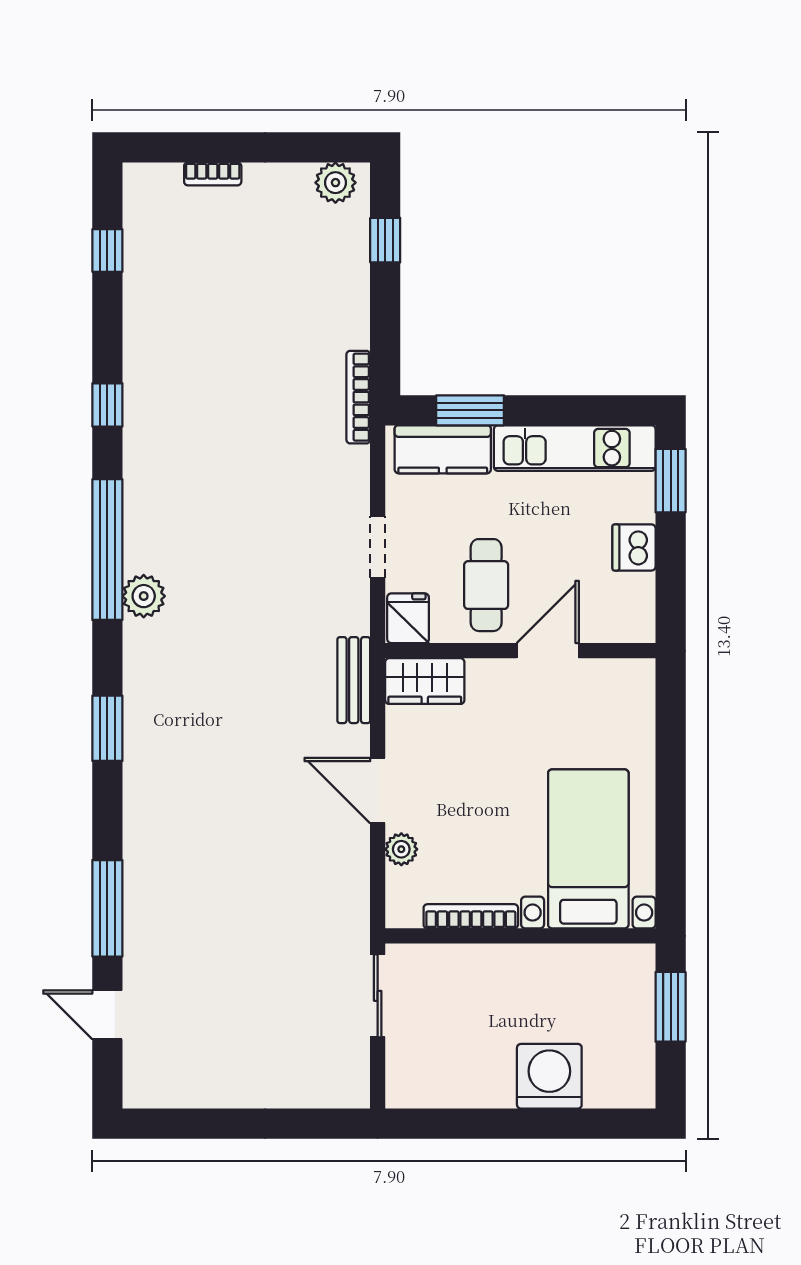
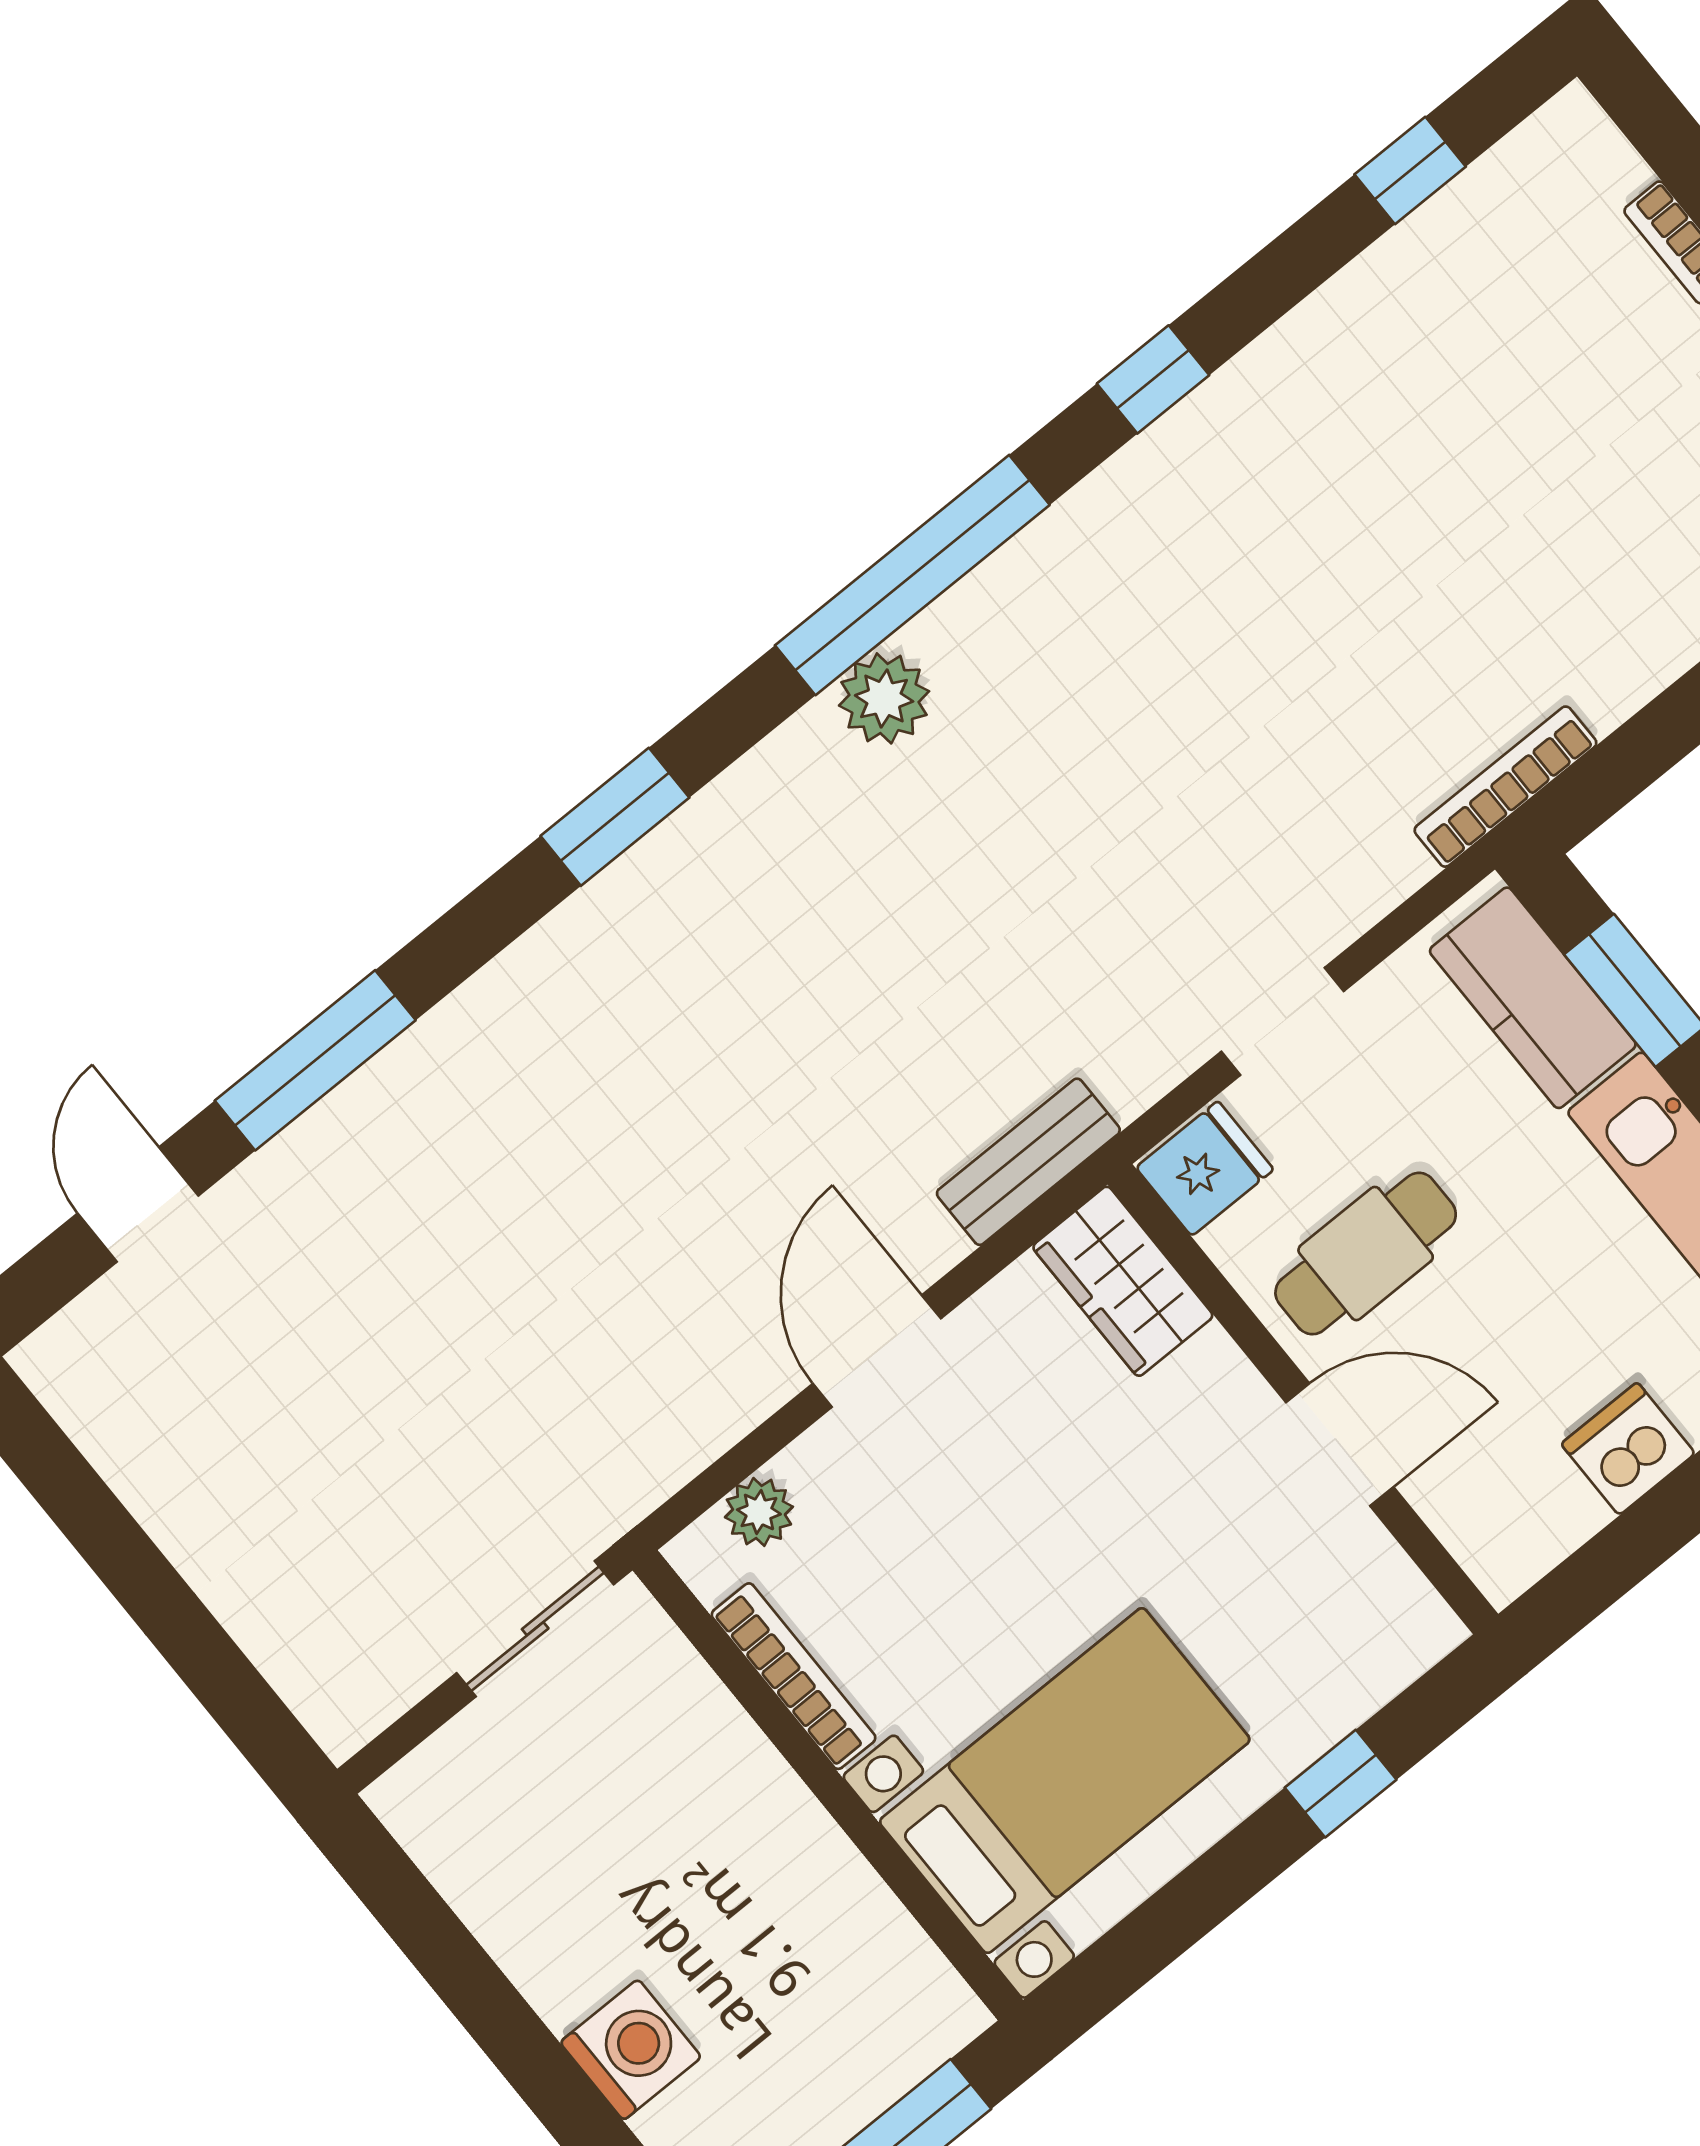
window: (671, 750) -> (1341, 1784), added
plant: (401, 849) -> (759, 1512), moved
washing machine: (549, 1076) -> (631, 2050), width x0.73, depth x0.73

